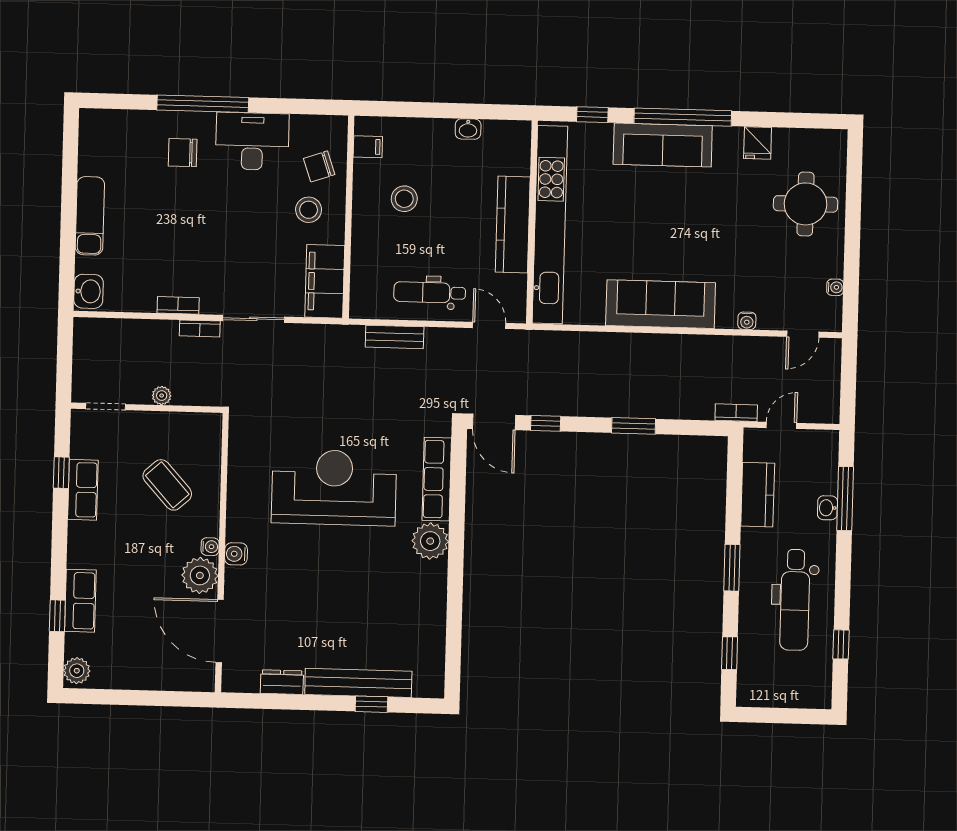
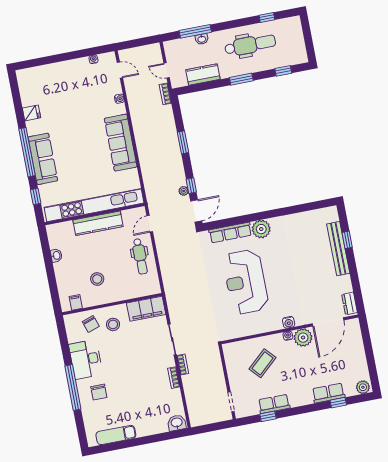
round table: (805, 204) -> (56, 83), removed
exam couch: (90, 216) -> (116, 435), moved
bench: (395, 337) -> (166, 269), removed
plant: (162, 396) -> (184, 191), moved
dresser: (282, 682) -> (350, 303), moved

